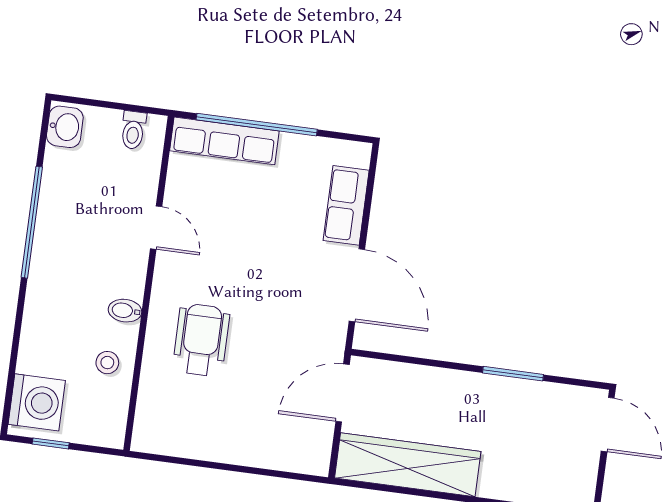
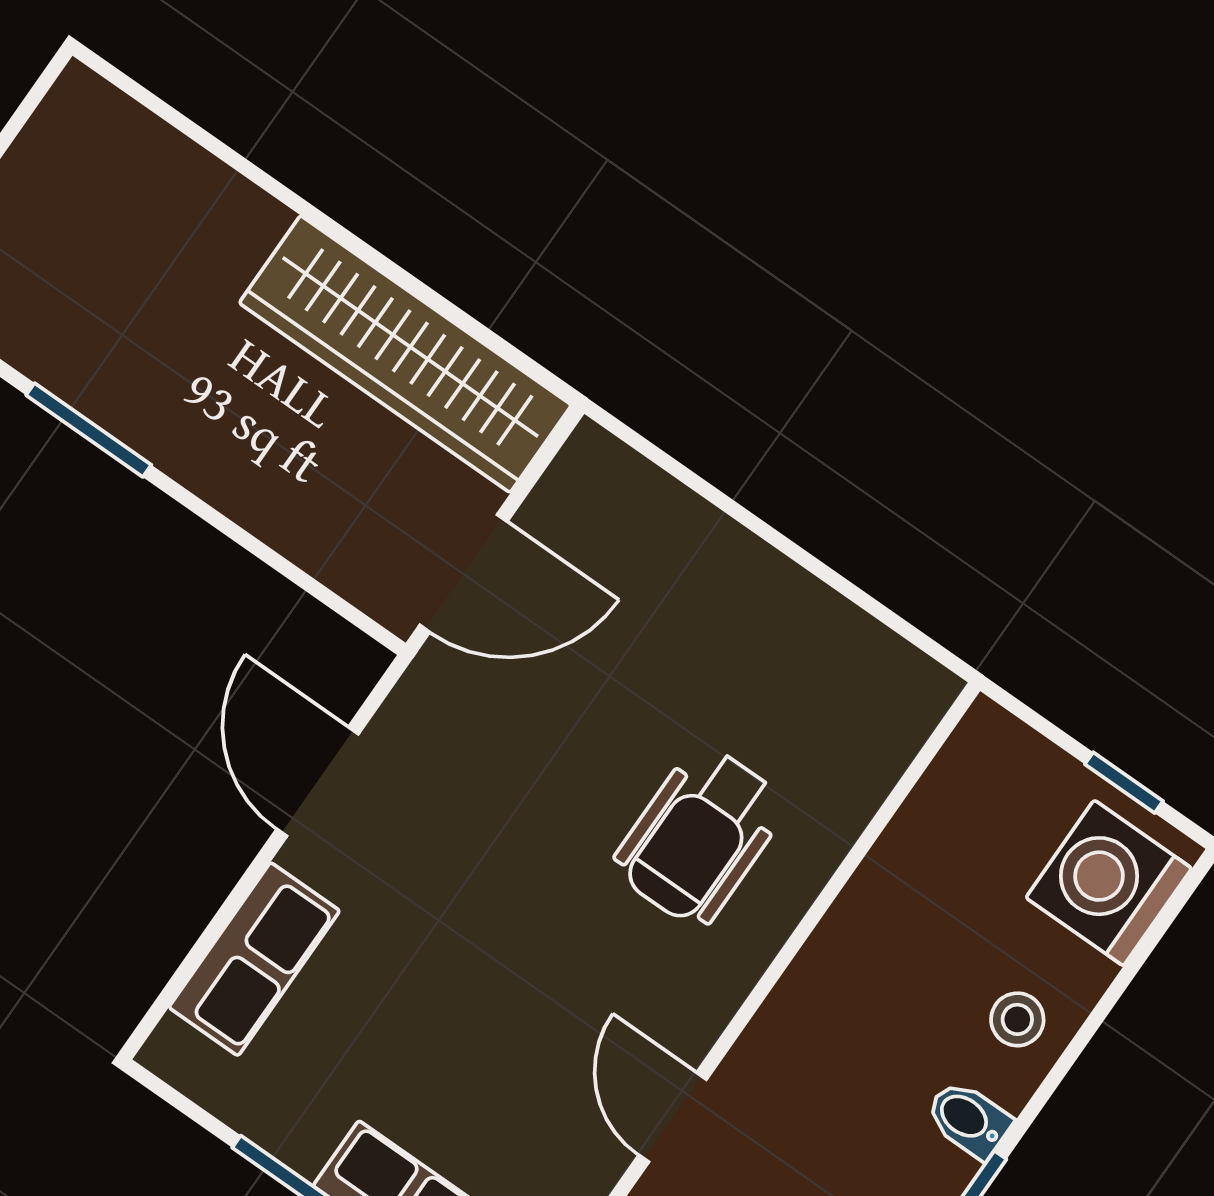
door: (357, 285) -> (318, 782), width x0.73
bidet: (125, 311) -> (968, 1119), moved, turned 180
stool: (107, 363) -> (1017, 1019), moved

